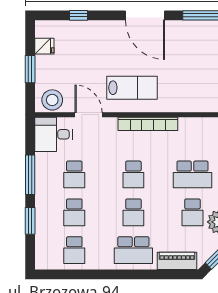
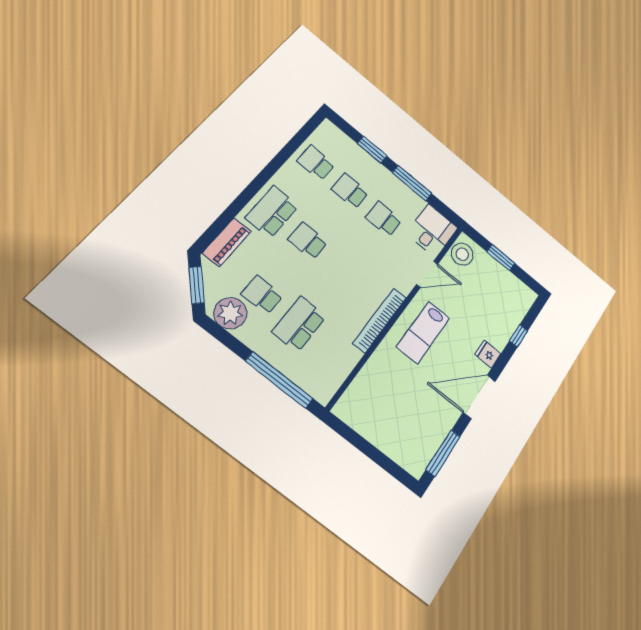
fridge: (44, 46) -> (488, 354), moved, turned 90
school desk: (133, 174) -> (343, 269), removed

